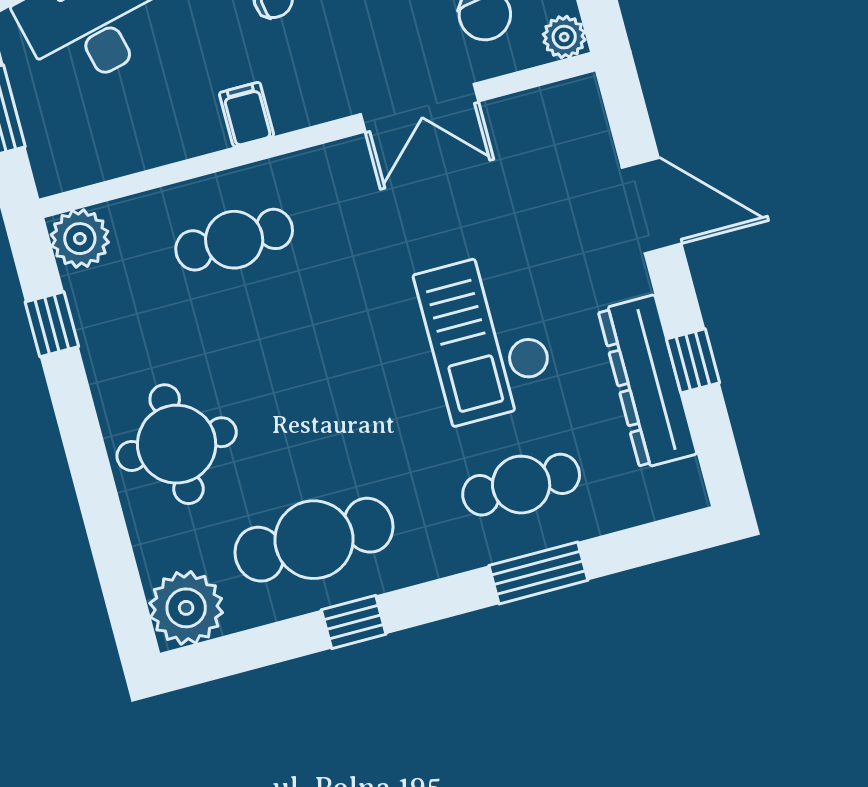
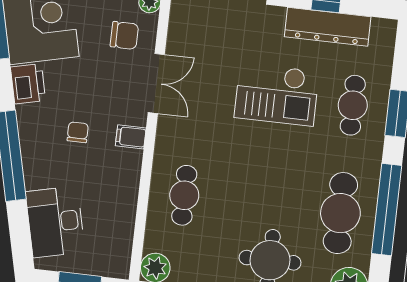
filing cabinet: (247, 114) -> (131, 137), moved
window: (354, 622) -> (387, 210), width x3.17

